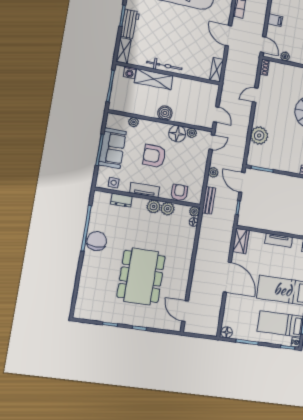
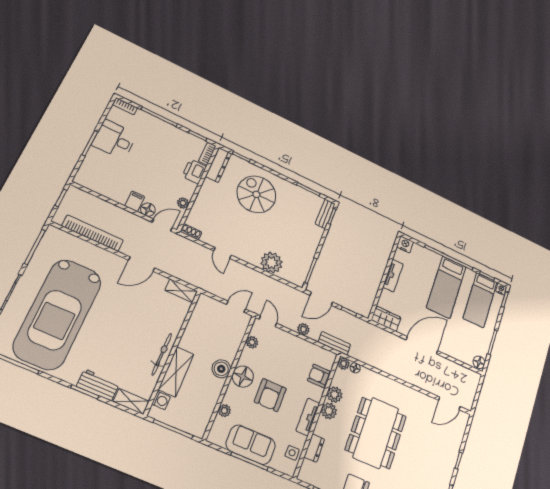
floor lamp: (272, 31) -> (148, 210), added
floor lamp: (177, 134) -> (243, 377), moved
dining table: (141, 276) -> (376, 433), moved, turned 90

